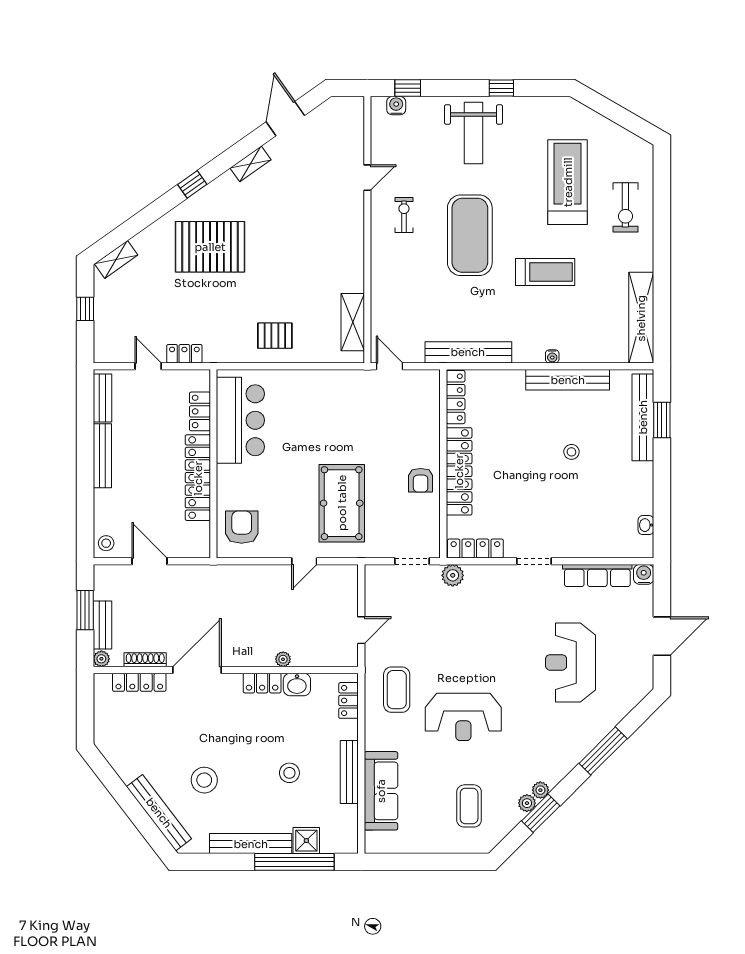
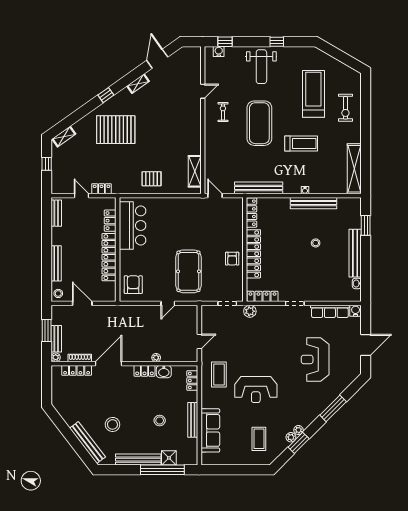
bench: (643, 417) -> (355, 253), moved
bench: (102, 456) -> (56, 263), moved

